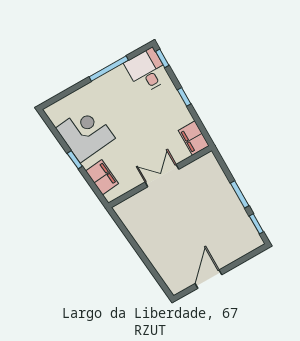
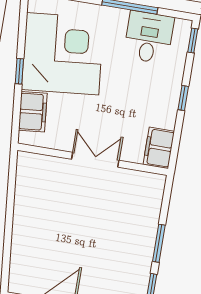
desk: (147, 71) -> (149, 37), moved
corner desk: (85, 133) -> (63, 54), width x1.36, depth x1.36

